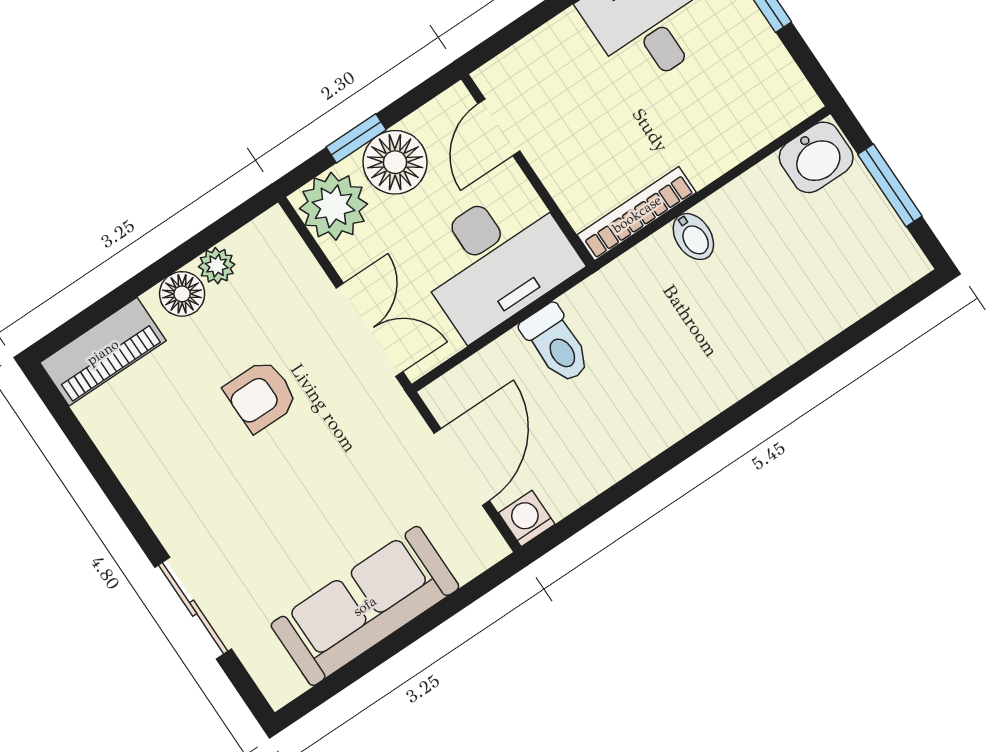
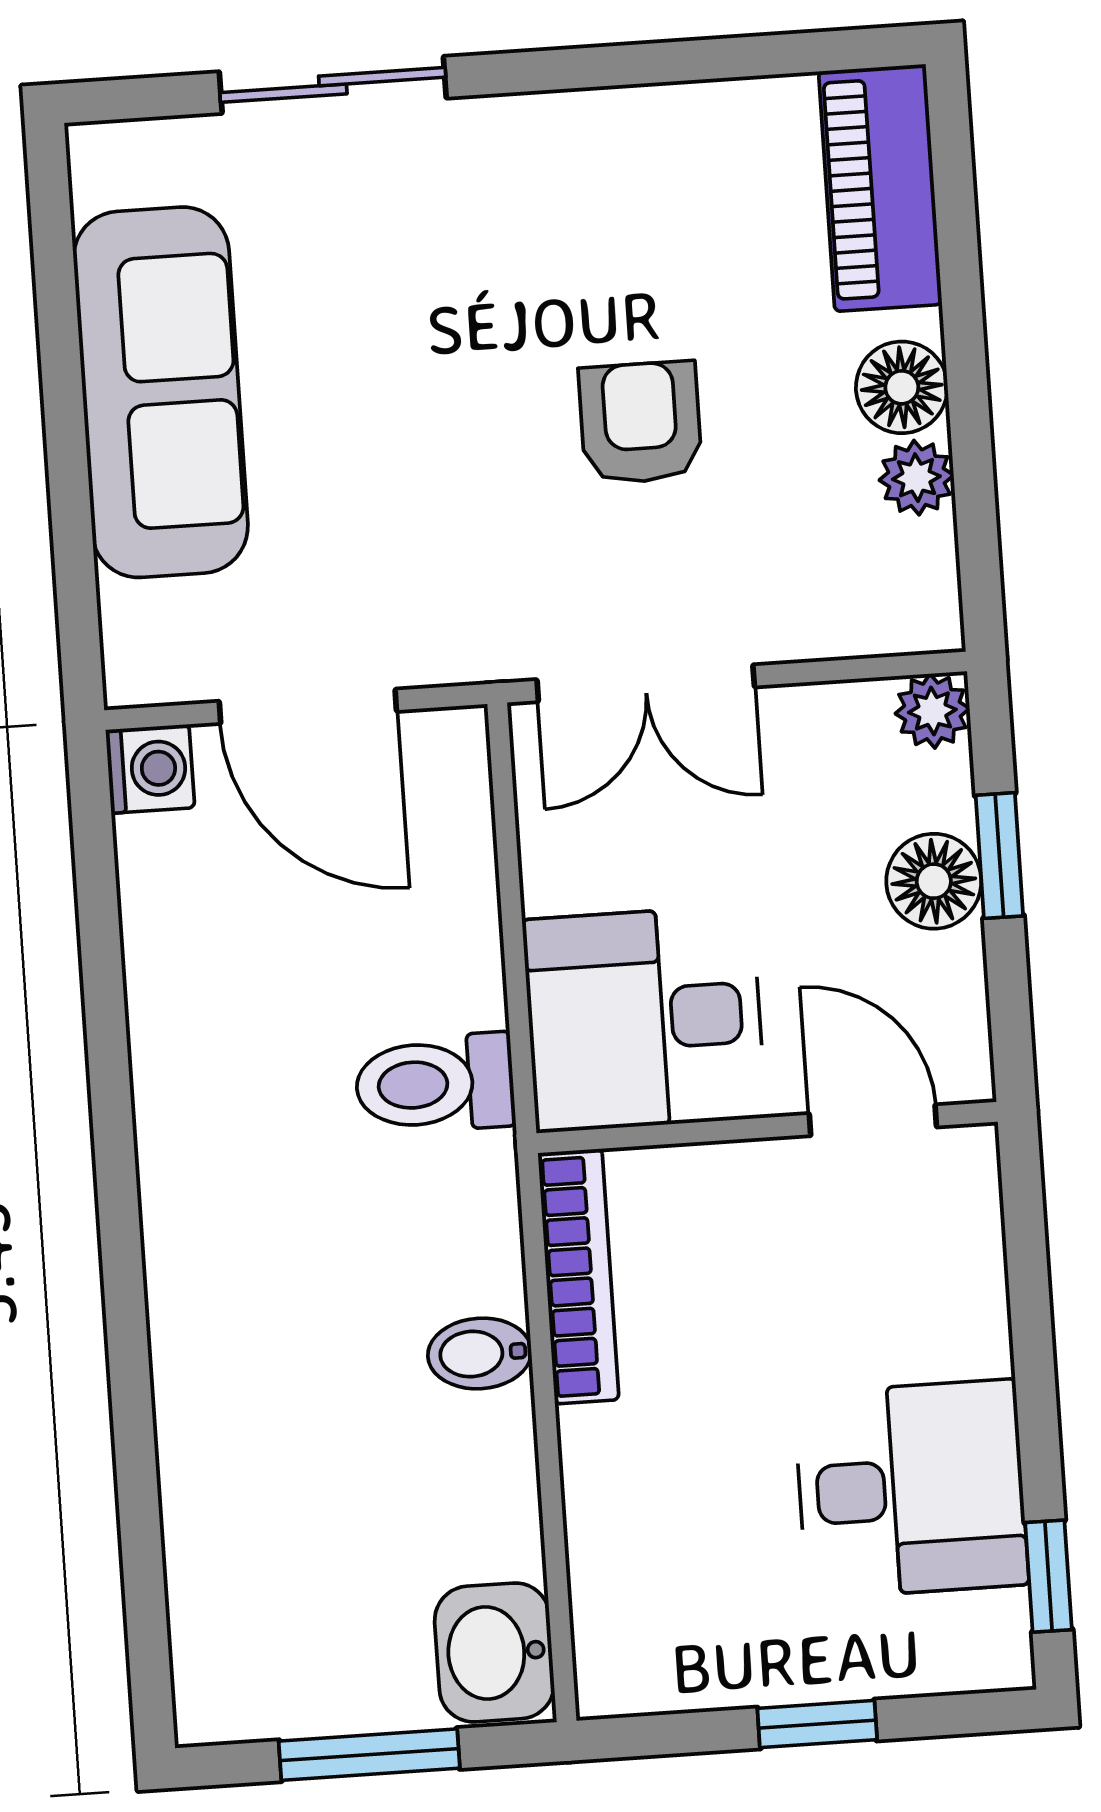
floor lamp: (395, 162) -> (934, 881), width x0.73, depth x0.73
plant: (334, 206) -> (932, 711), width x0.53, depth x0.53
desk: (496, 260) -> (644, 1019), width x0.73
toilet: (556, 344) -> (435, 1084), moved

